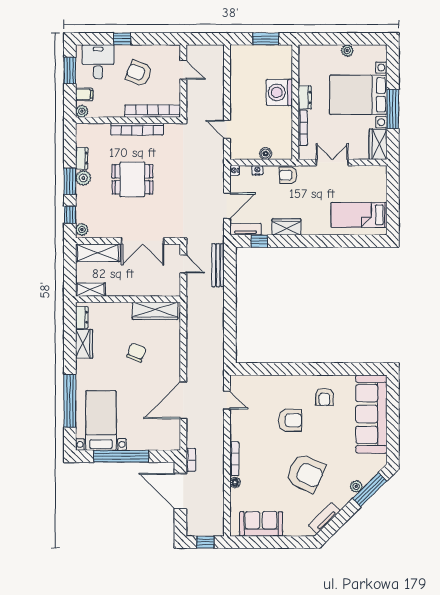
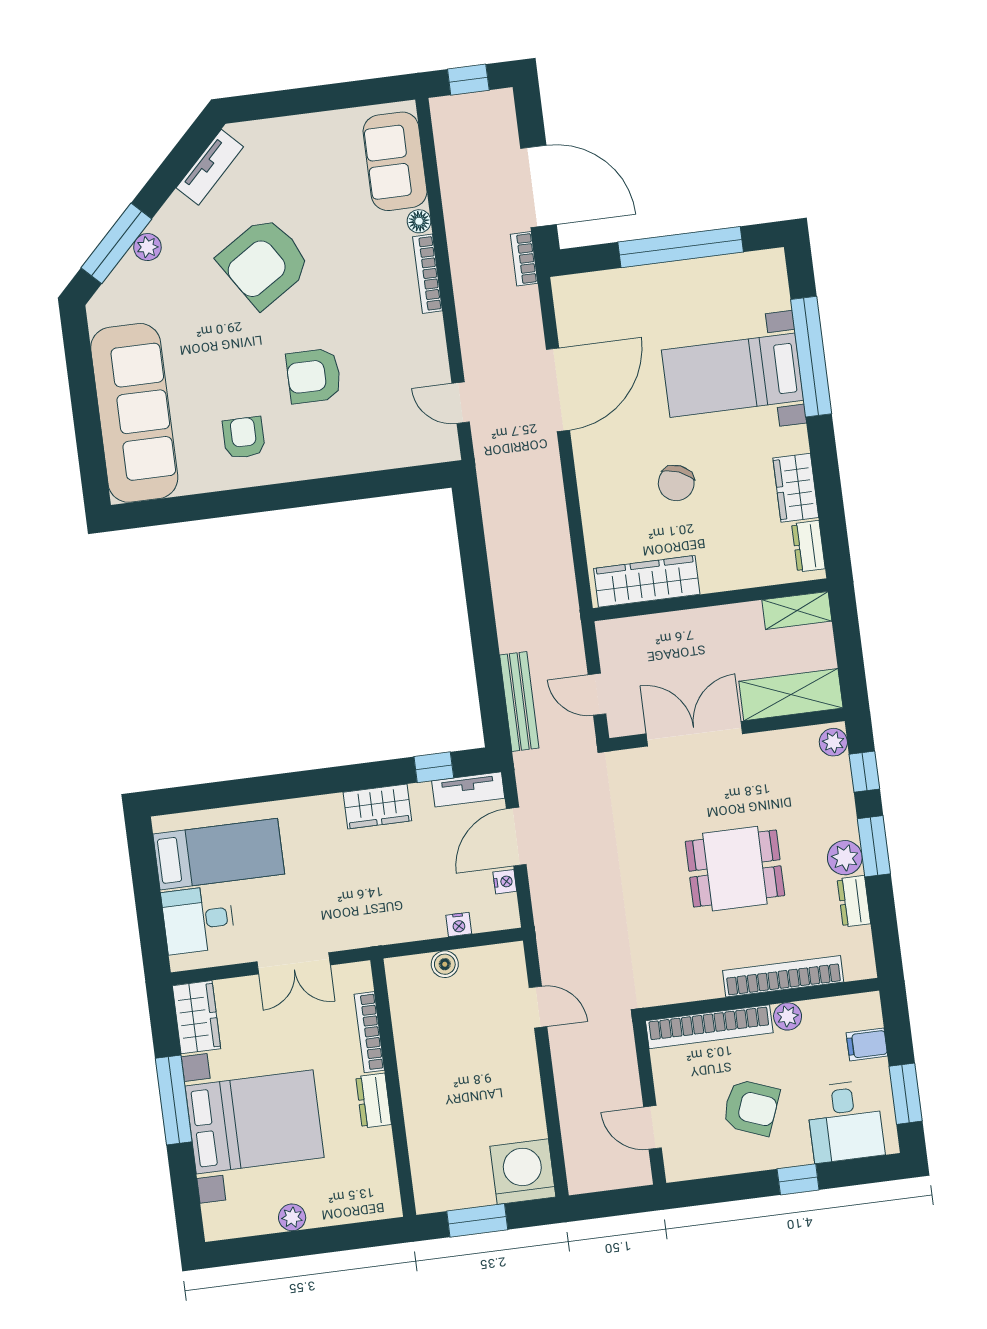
washing machine: (279, 92) -> (523, 1172), moved, turned -90
plant: (82, 111) -> (788, 1016), moved
bookcase: (137, 129) -> (783, 976), moved
nightstand: (235, 170) -> (505, 882), moved
armchair: (288, 175) -> (388, 922), removed
desk: (372, 187) -> (198, 920), added
bed with nightstands: (101, 421) -> (733, 375), moved, turned 90
armchair: (306, 473) -> (264, 262), turned -58
sofa: (261, 524) -> (395, 161), moved, turned 90

